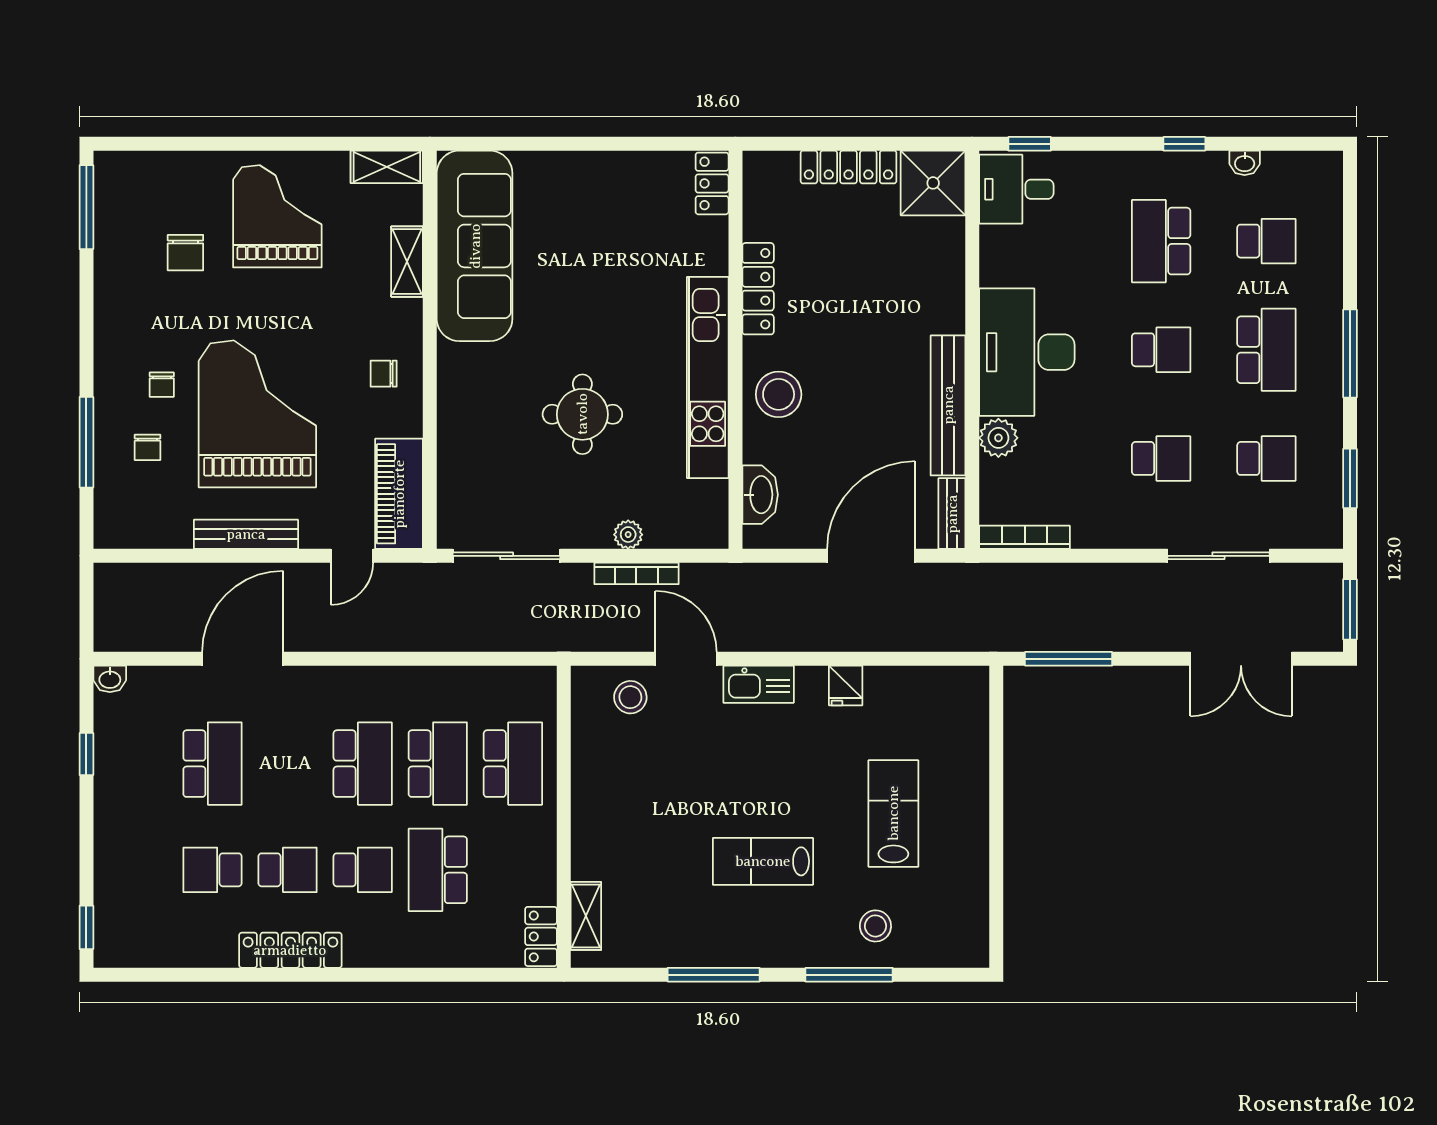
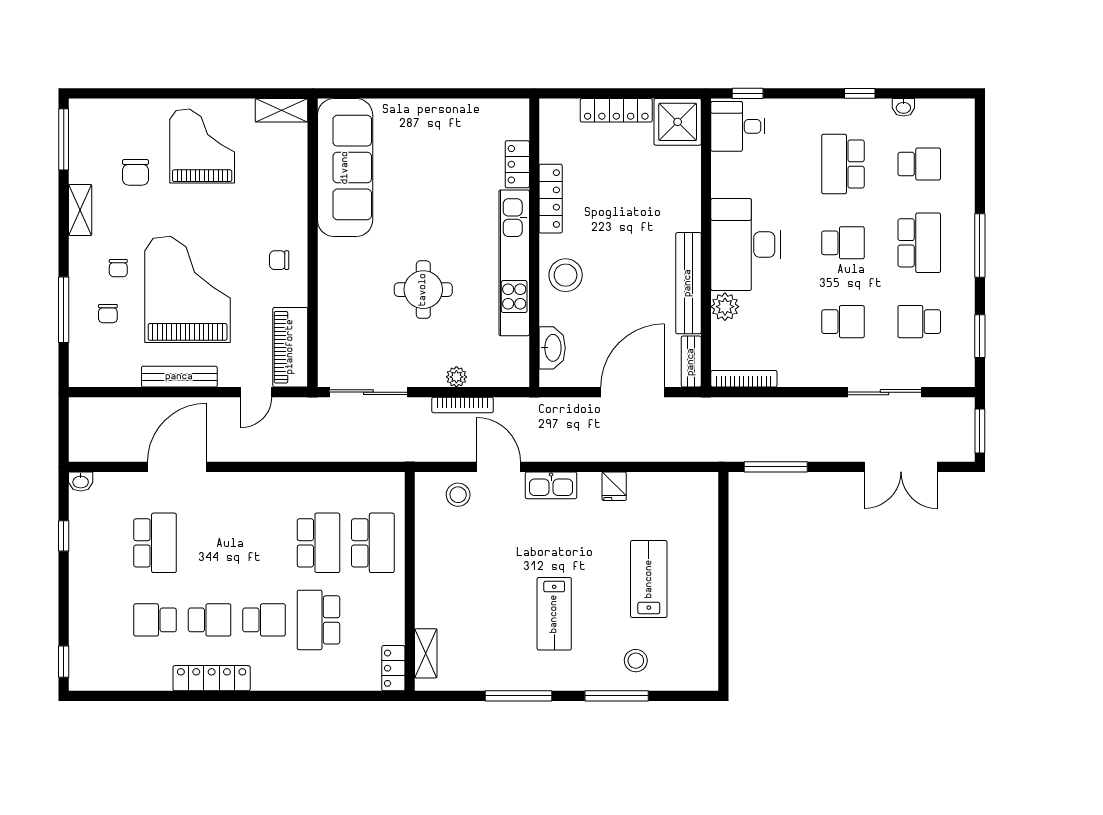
locker: (712, 183) -> (517, 164), moved
shelving: (407, 262) -> (80, 210), moved
school desk: (1266, 458) -> (919, 322), turned 180
school desk: (363, 764) -> (264, 543), removed
lab bench: (763, 861) -> (554, 614), turned -90

